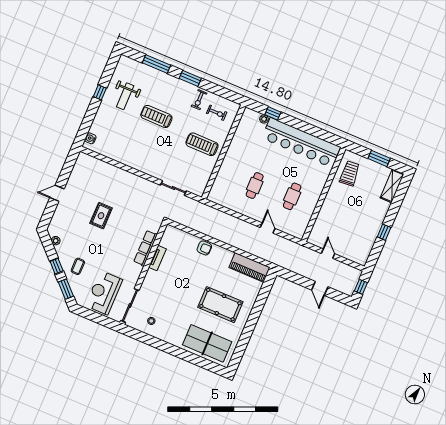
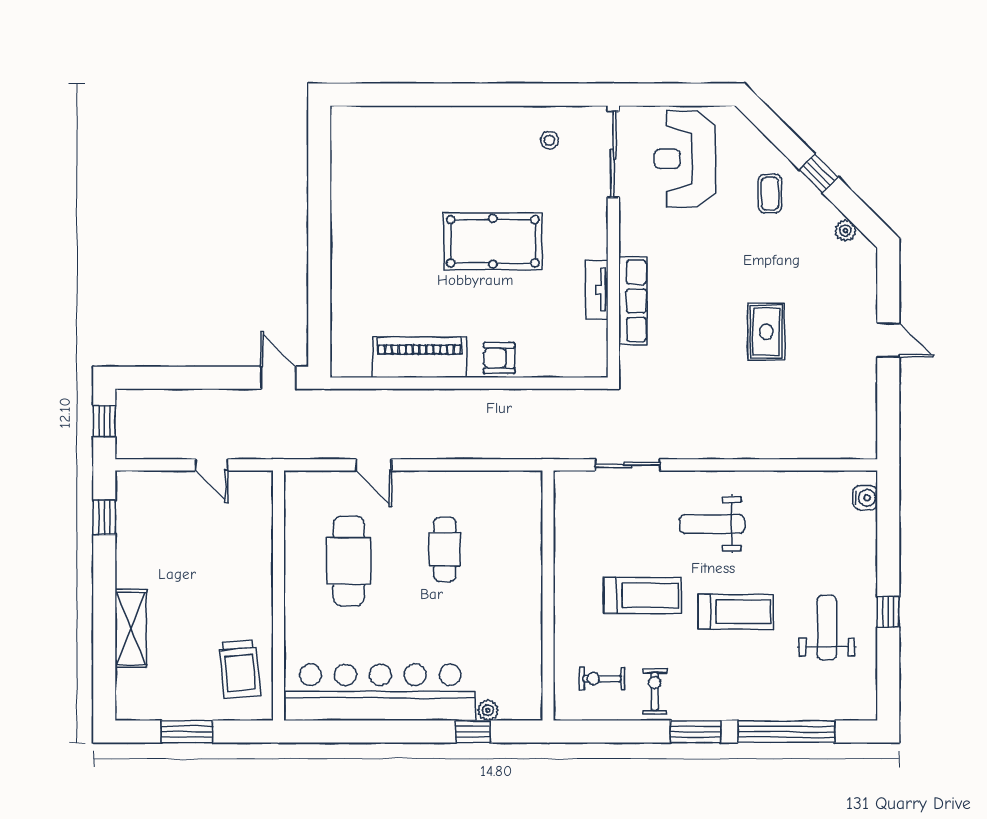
window: (157, 64) -> (786, 732), width x1.46
treadmill: (202, 144) -> (643, 595), moved
weight bench: (151, 153) -> (712, 524), added
shelving: (392, 186) -> (131, 629), moved
door: (57, 193) -> (888, 340), hinge flipped
cafe table: (292, 196) -> (349, 561), width x1.37, depth x1.35
window: (384, 232) -> (104, 517), moved
piano: (249, 267) -> (419, 357), moved
door: (320, 288) -> (278, 378), moved
window: (66, 289) -> (775, 130), removed
reception desk: (104, 293) -> (685, 159), turned 180
pool table: (220, 305) -> (493, 241), moved
table tennis table: (207, 343) -> (400, 143), removed

